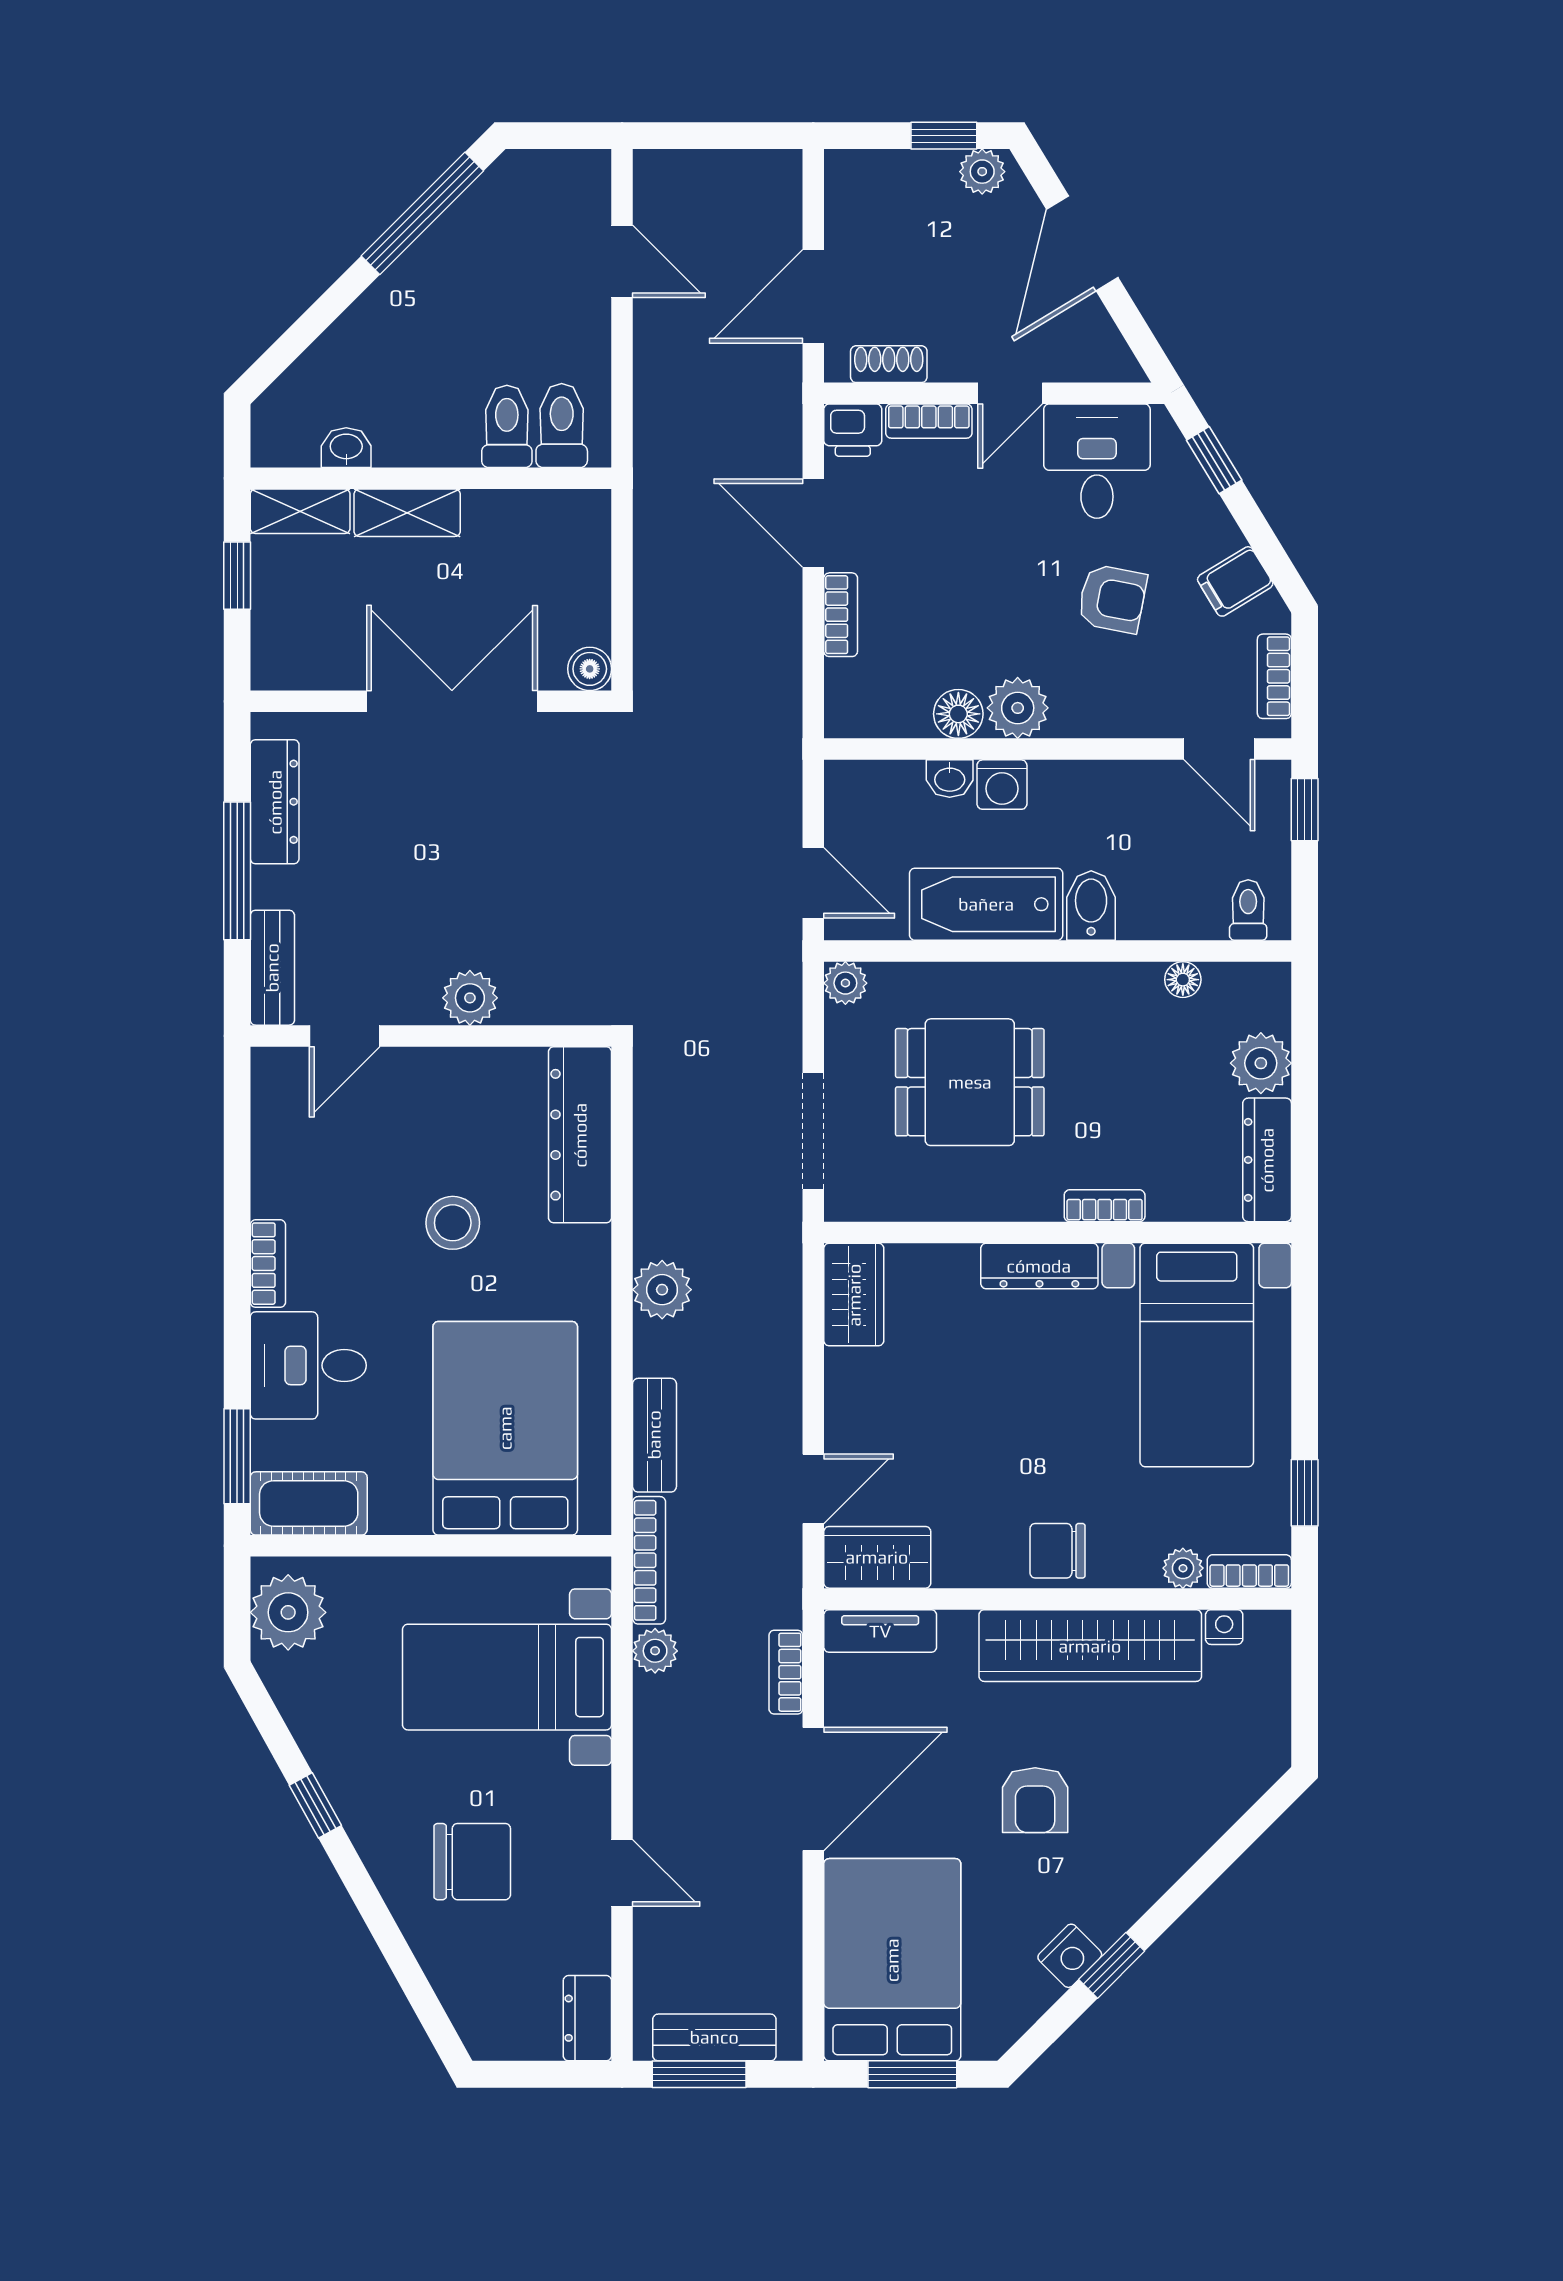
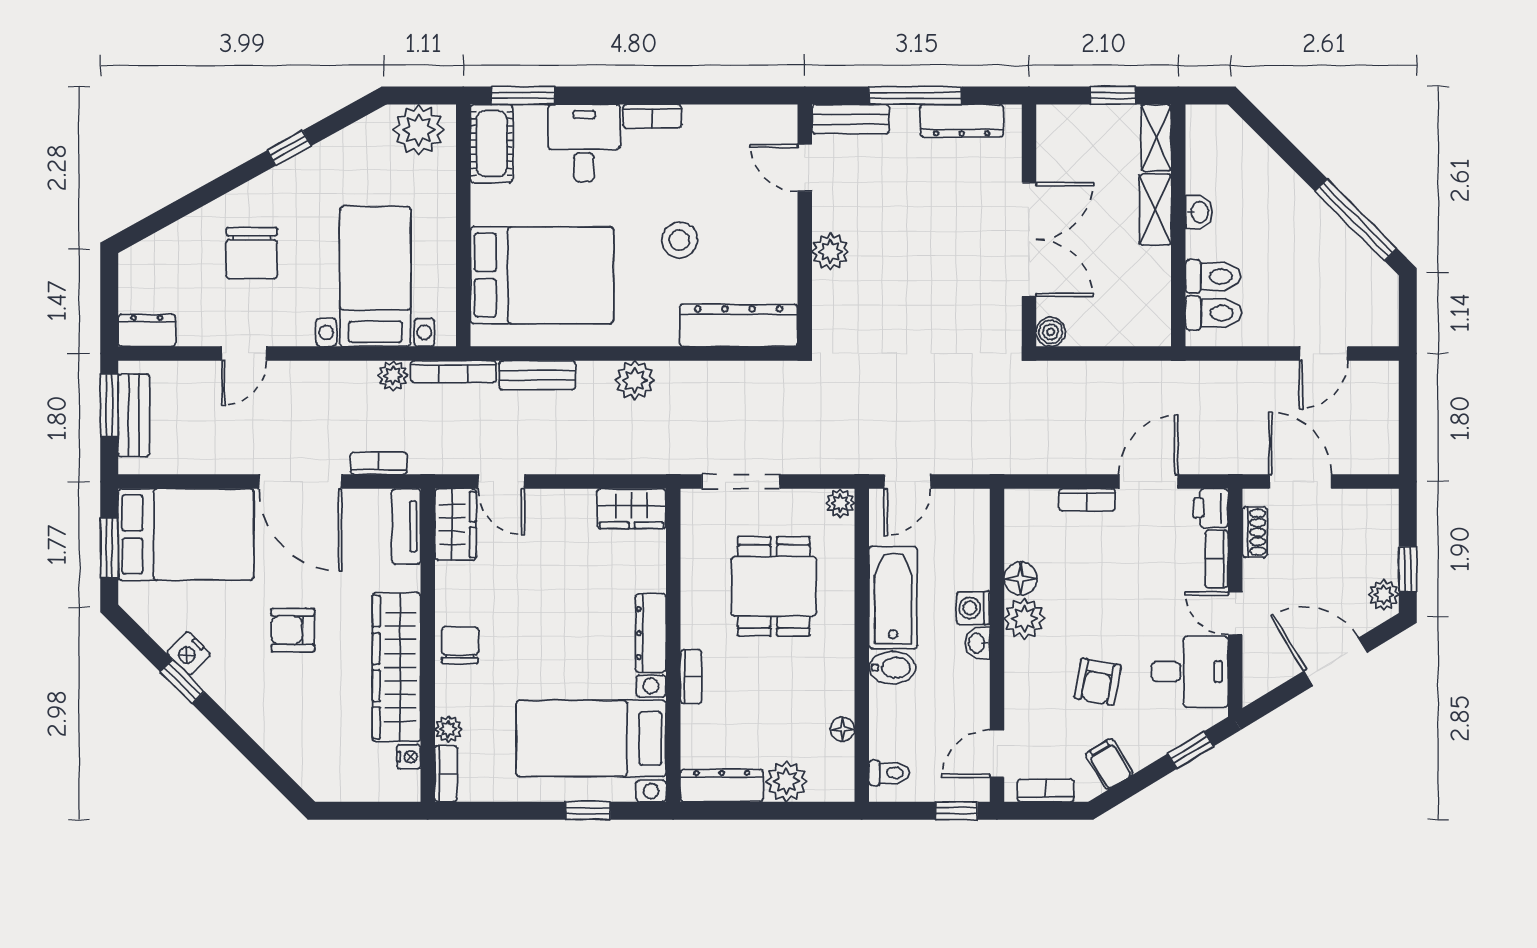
washbasin: (346, 448) -> (1199, 212), moved
washbasin: (950, 779) -> (977, 643), moved
window: (1305, 1493) -> (588, 811), moved

